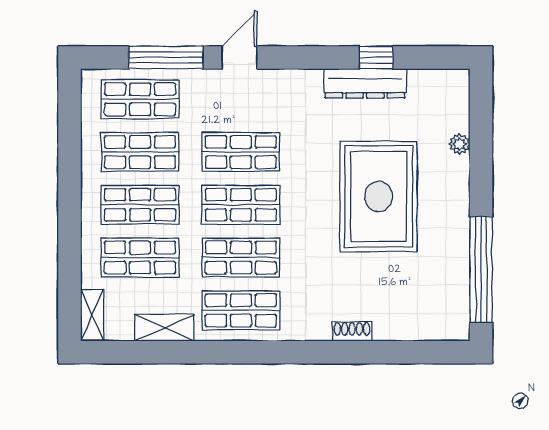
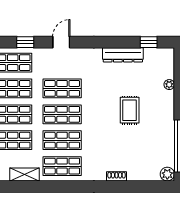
window: (166, 57) -> (25, 42), width x0.46
window: (376, 57) -> (149, 42), moved
rug: (379, 196) -> (130, 110), width x0.54, depth x0.49
plant: (456, 327) -> (167, 174), added

